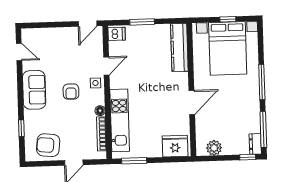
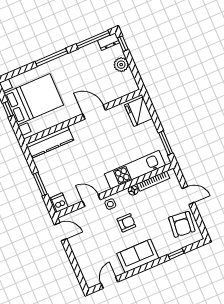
plant: (214, 148) -> (121, 65), moved

